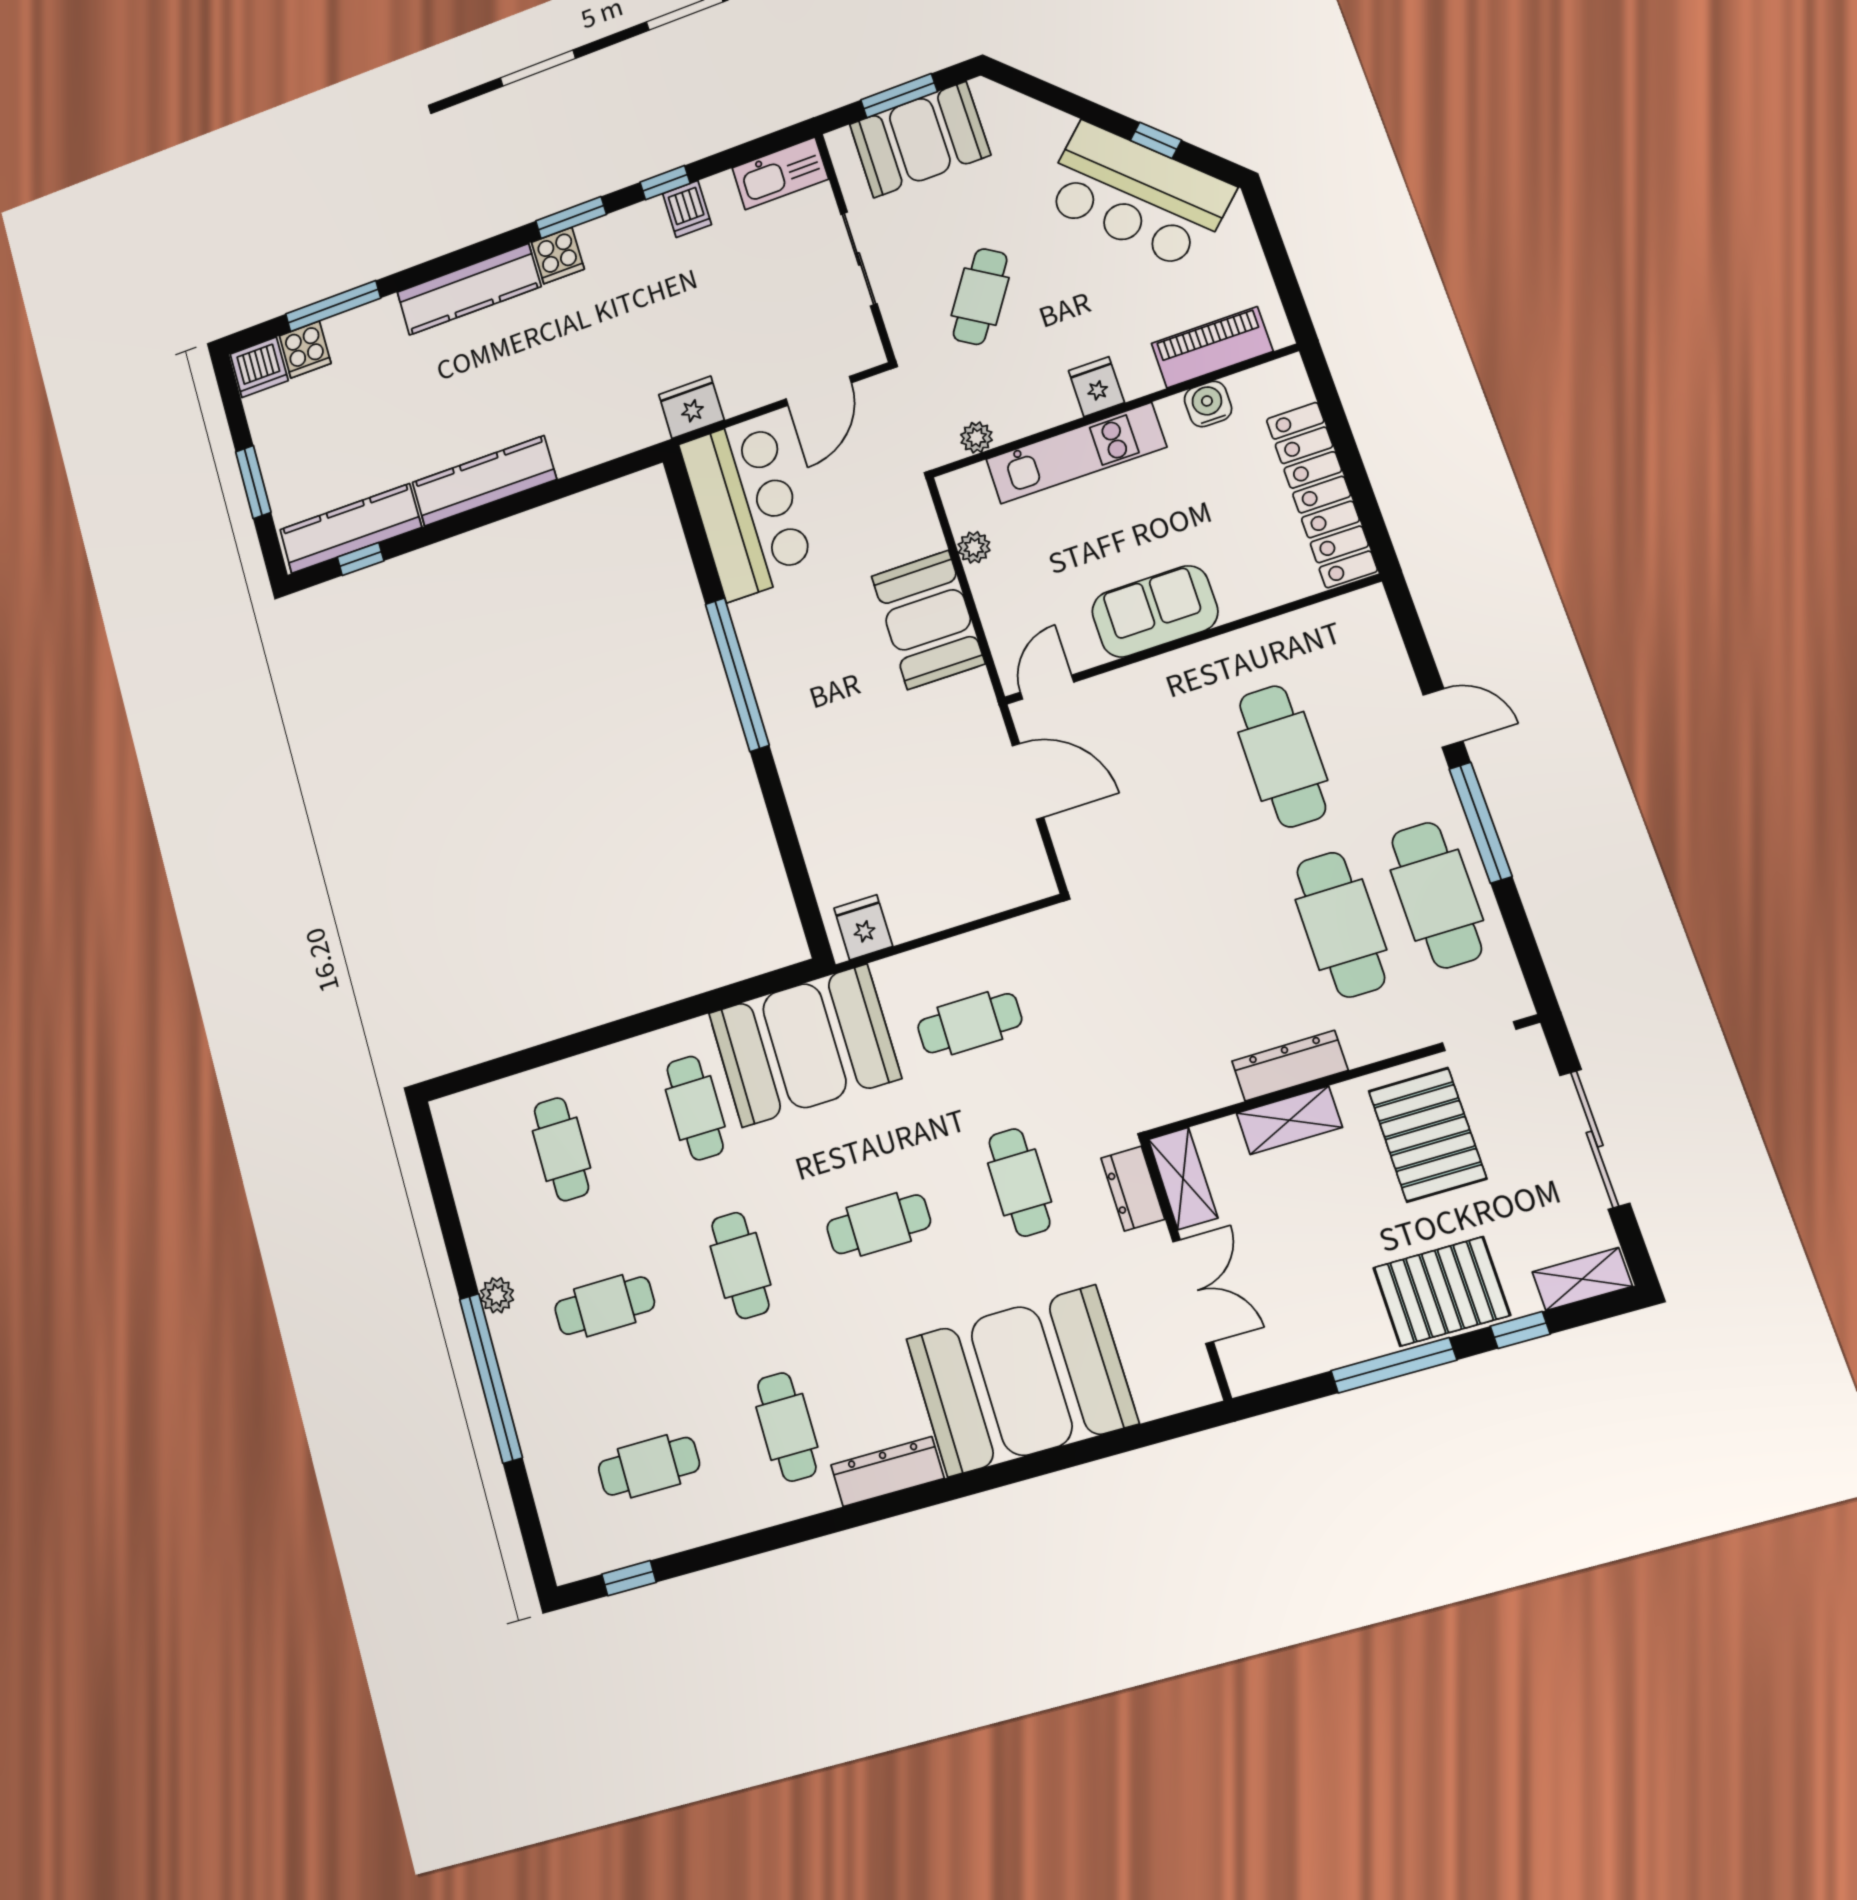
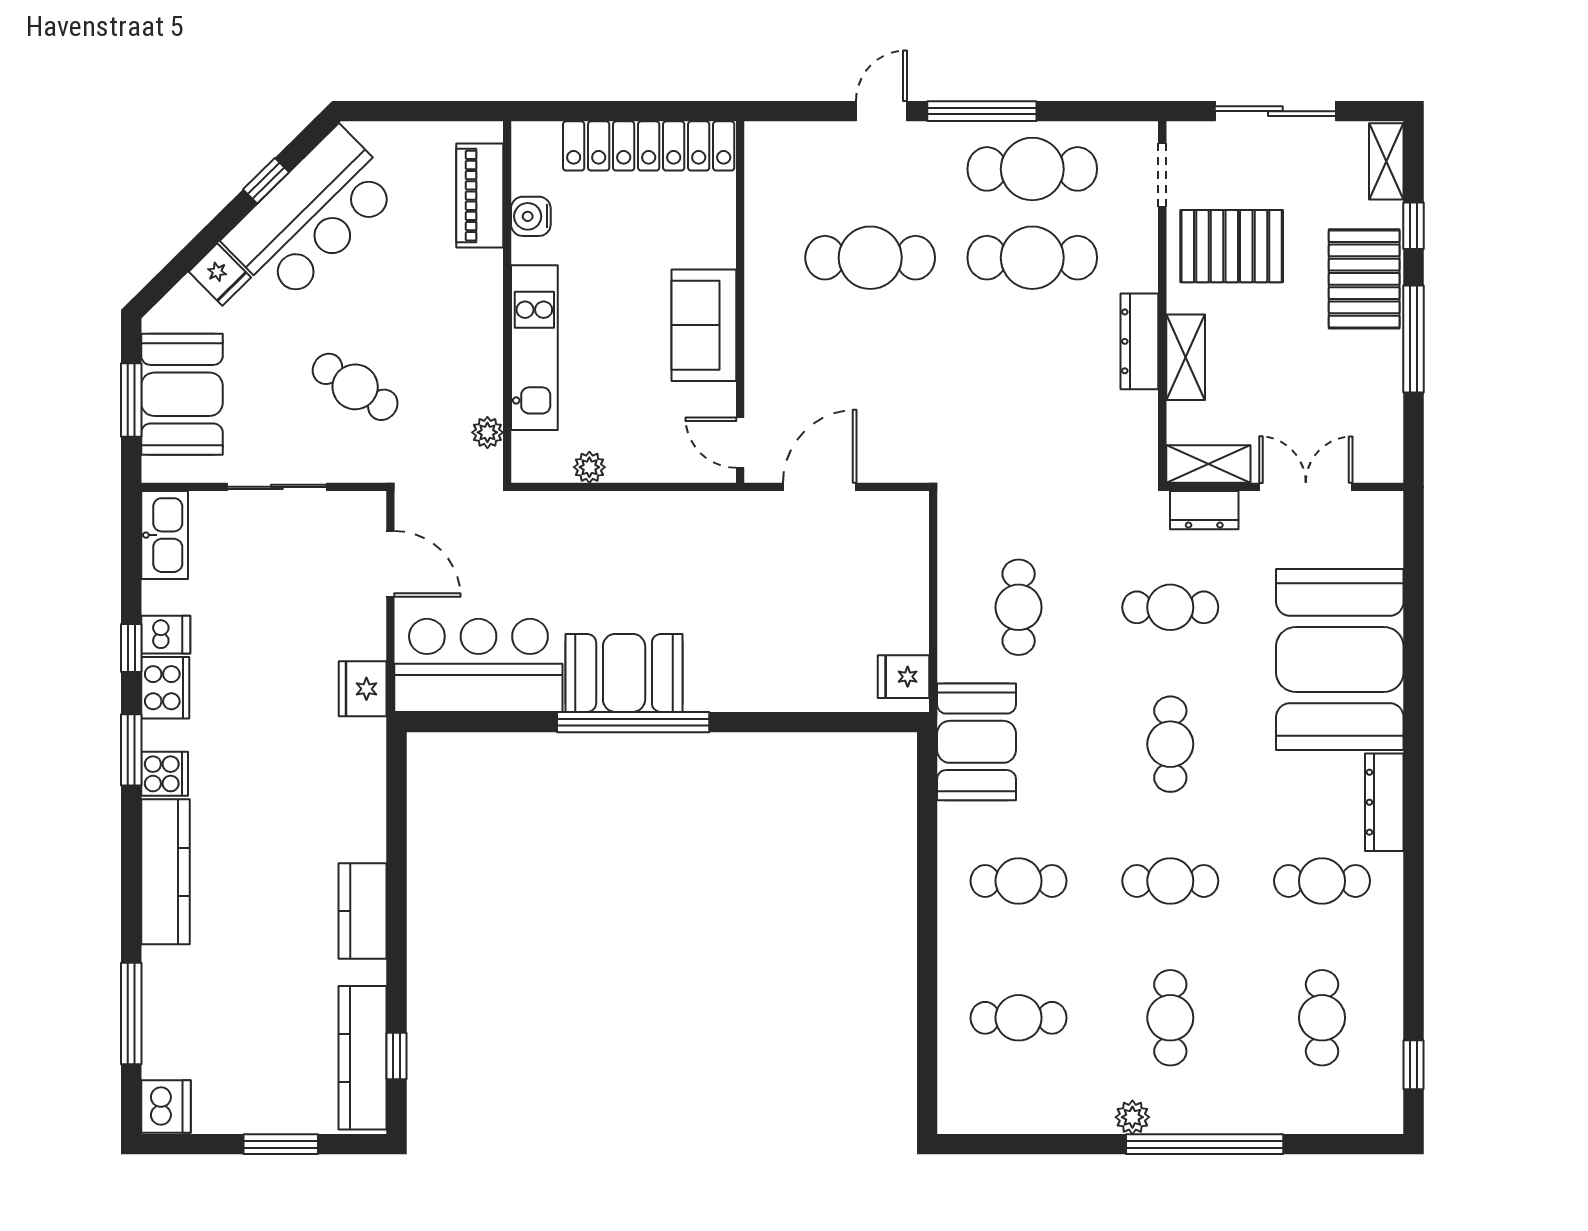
cooker: (305, 350) -> (165, 688), moved, width x1.36
fridge: (1096, 387) -> (220, 274), moved, turned -135
kitchen counter: (484, 481) -> (363, 911), width x0.67
booth: (928, 620) -> (624, 673), moved
booth: (804, 1046) -> (976, 742), width x0.73, depth x0.70

